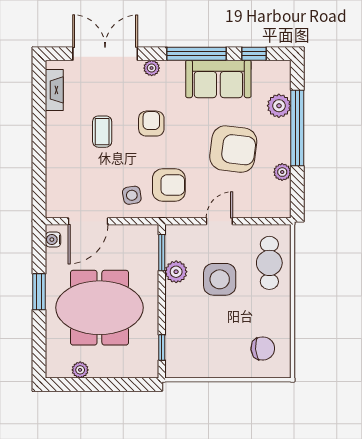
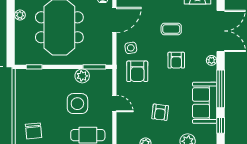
armchair: (151, 124) -> (176, 60), turned 90
armchair: (233, 149) -> (160, 112), width x0.53, depth x0.53
door: (88, 221) -> (114, 20), swing flipped

